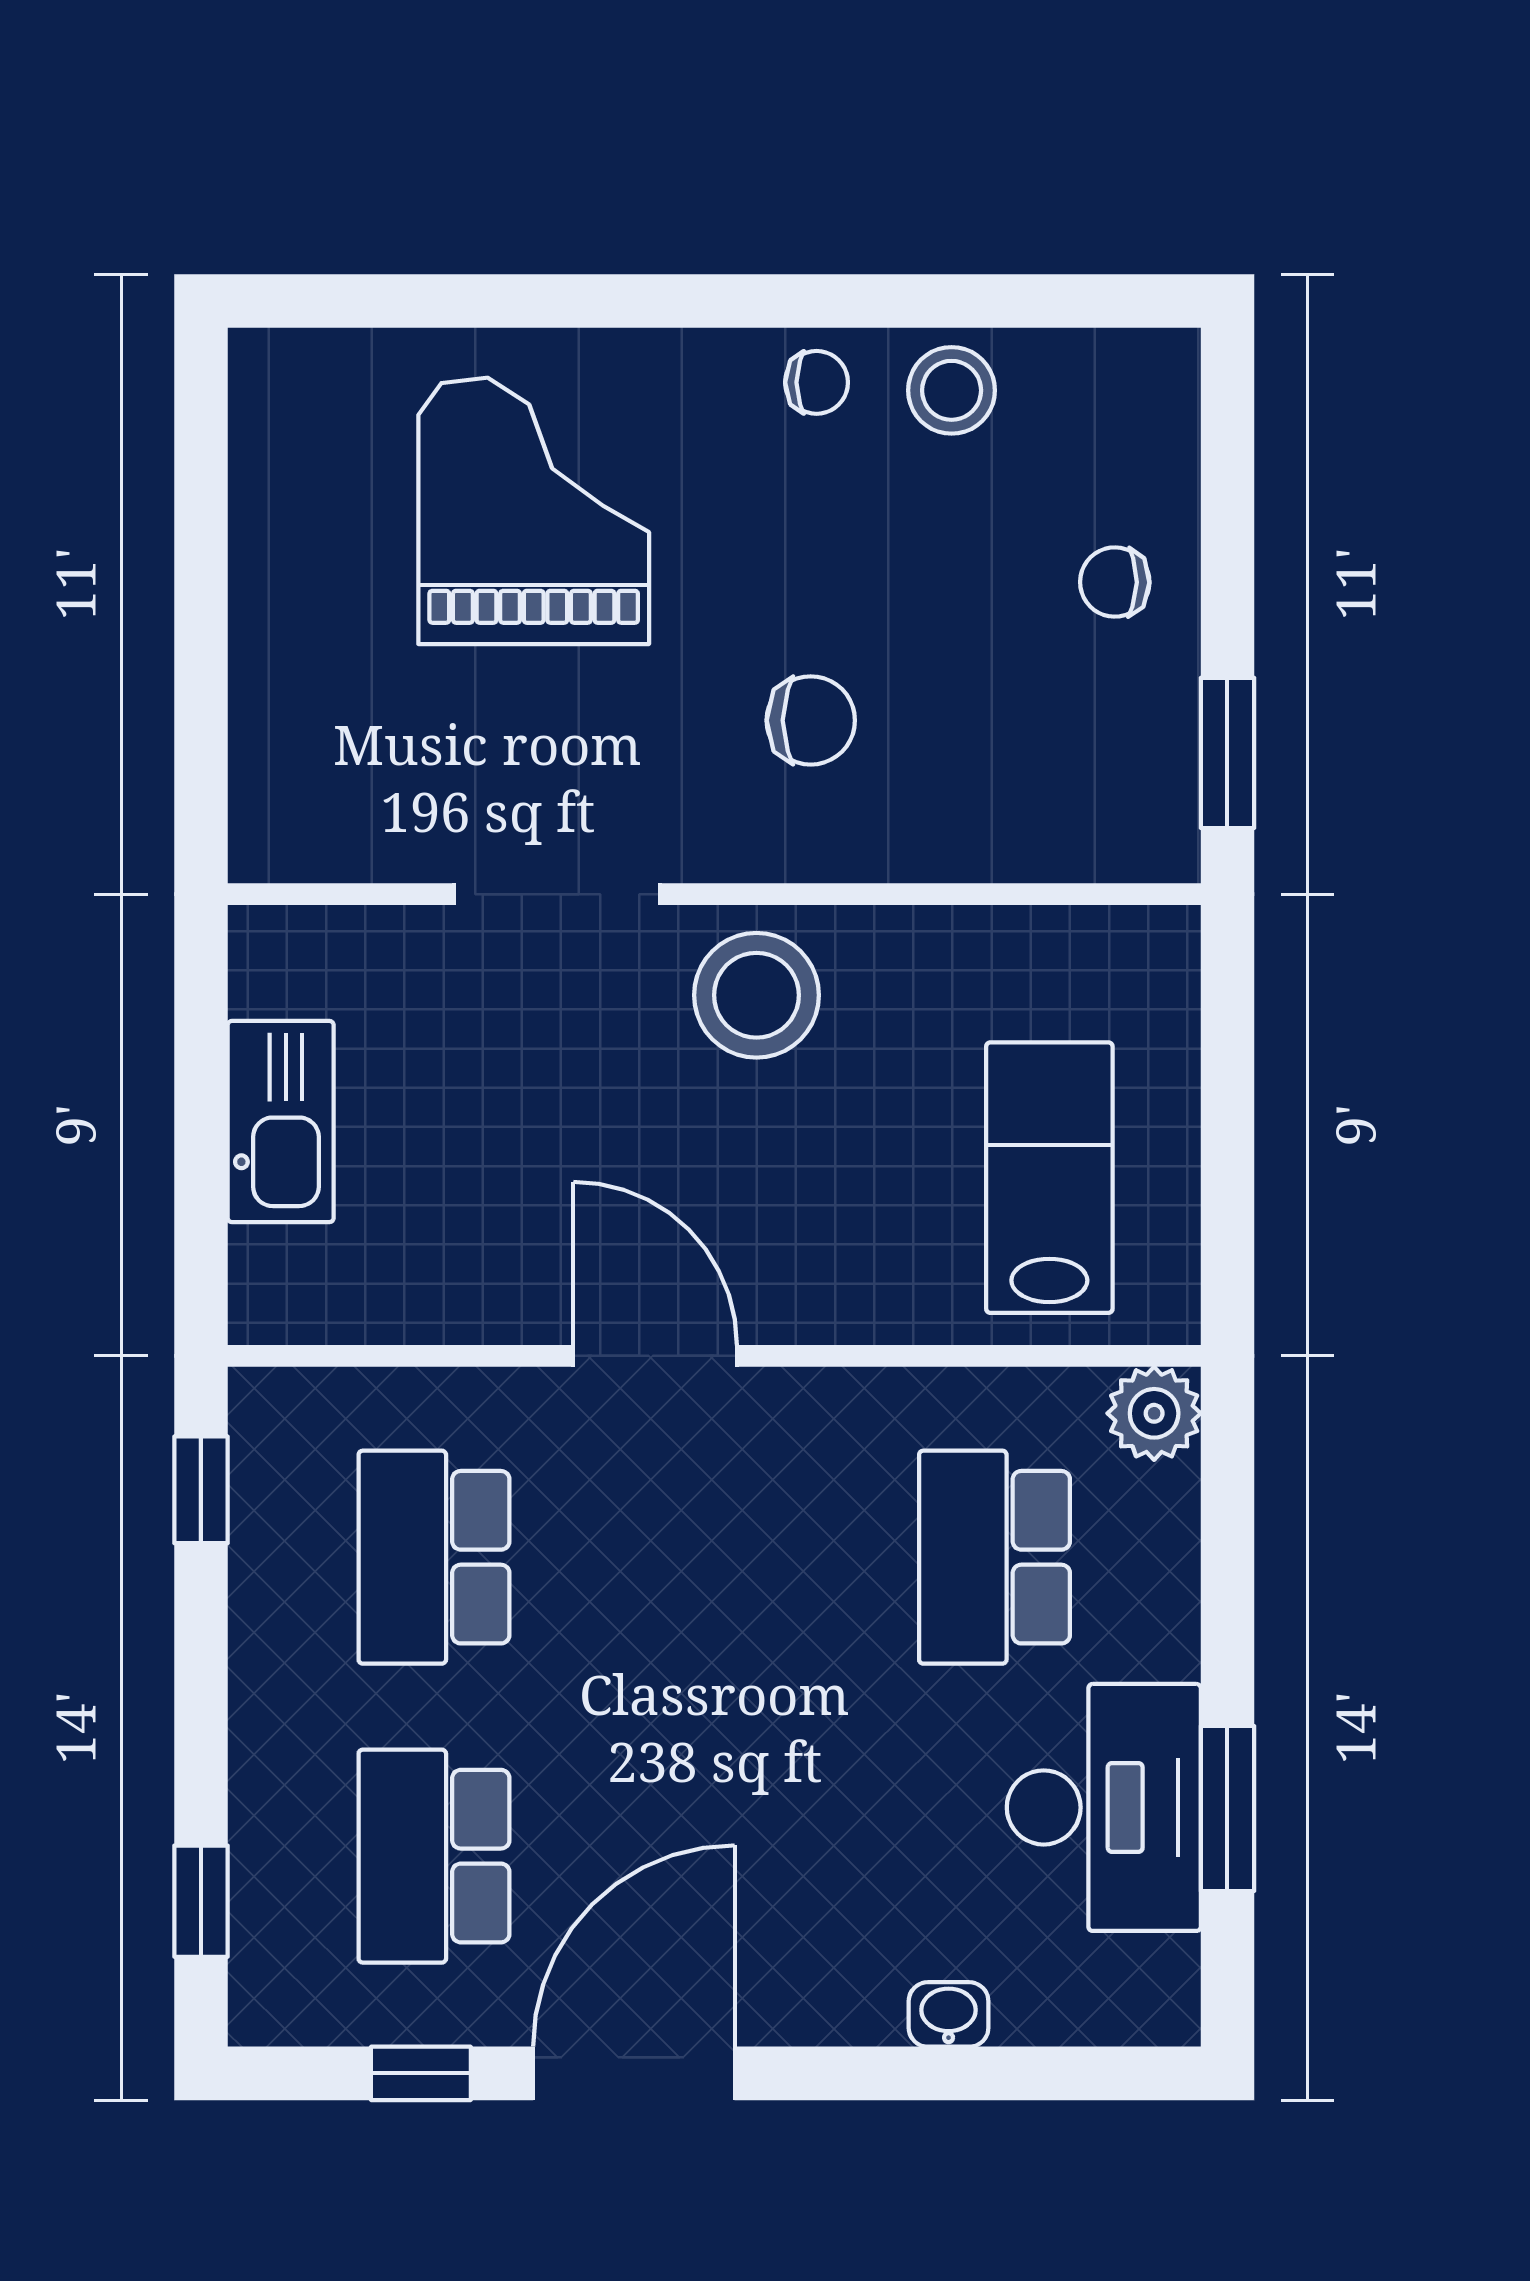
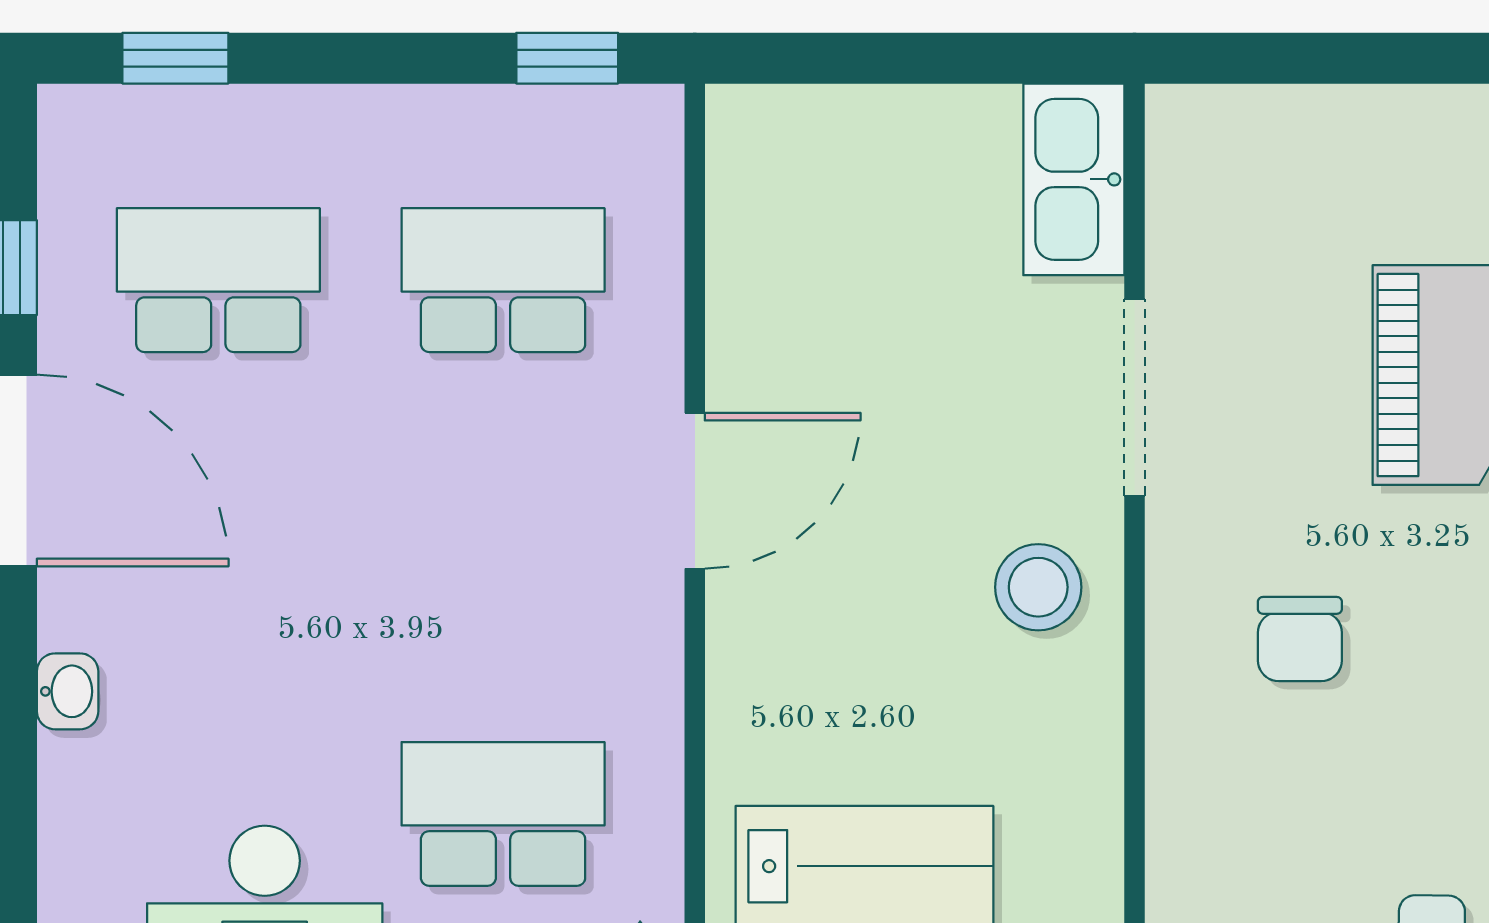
stool: (756, 995) -> (1038, 587), width x0.73, depth x0.73
kitchen sink: (281, 1122) -> (1074, 179), moved, turned 90
washbasin: (949, 2014) -> (68, 691), moved

